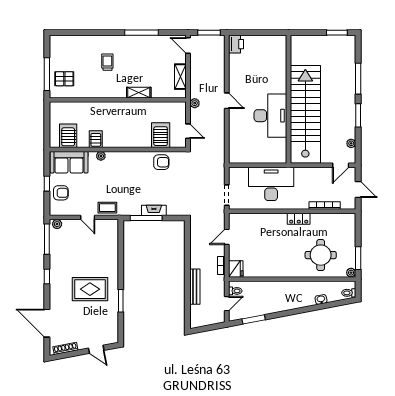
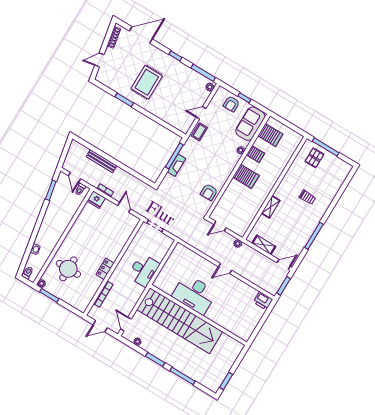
server rack: (161, 135) -> (246, 176), moved
desk: (271, 184) -> (144, 270), width x0.73, depth x0.77

